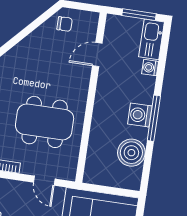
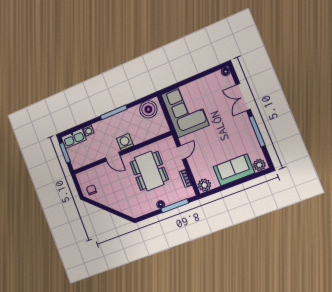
door: (97, 54) -> (113, 157), moved
washing machine: (140, 115) -> (125, 142), moved, turned 180
boiler: (131, 153) -> (148, 109), moved

